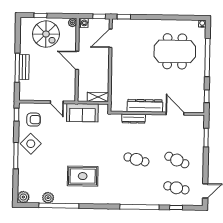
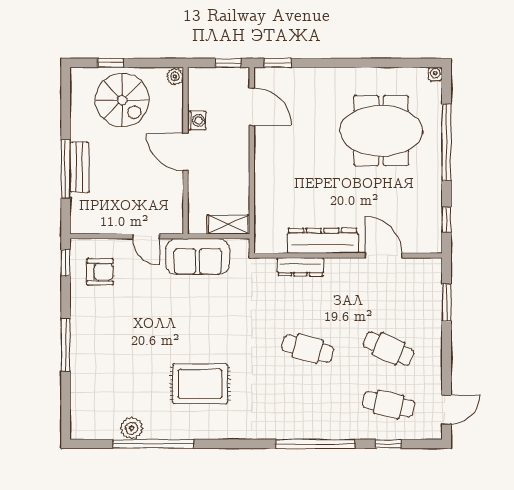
washing machine: (83, 23) -> (197, 120), moved
door: (111, 38) -> (252, 107), swing flipped
side table: (31, 144) -> (95, 320), removed
plant: (23, 197) -> (82, 428), removed

